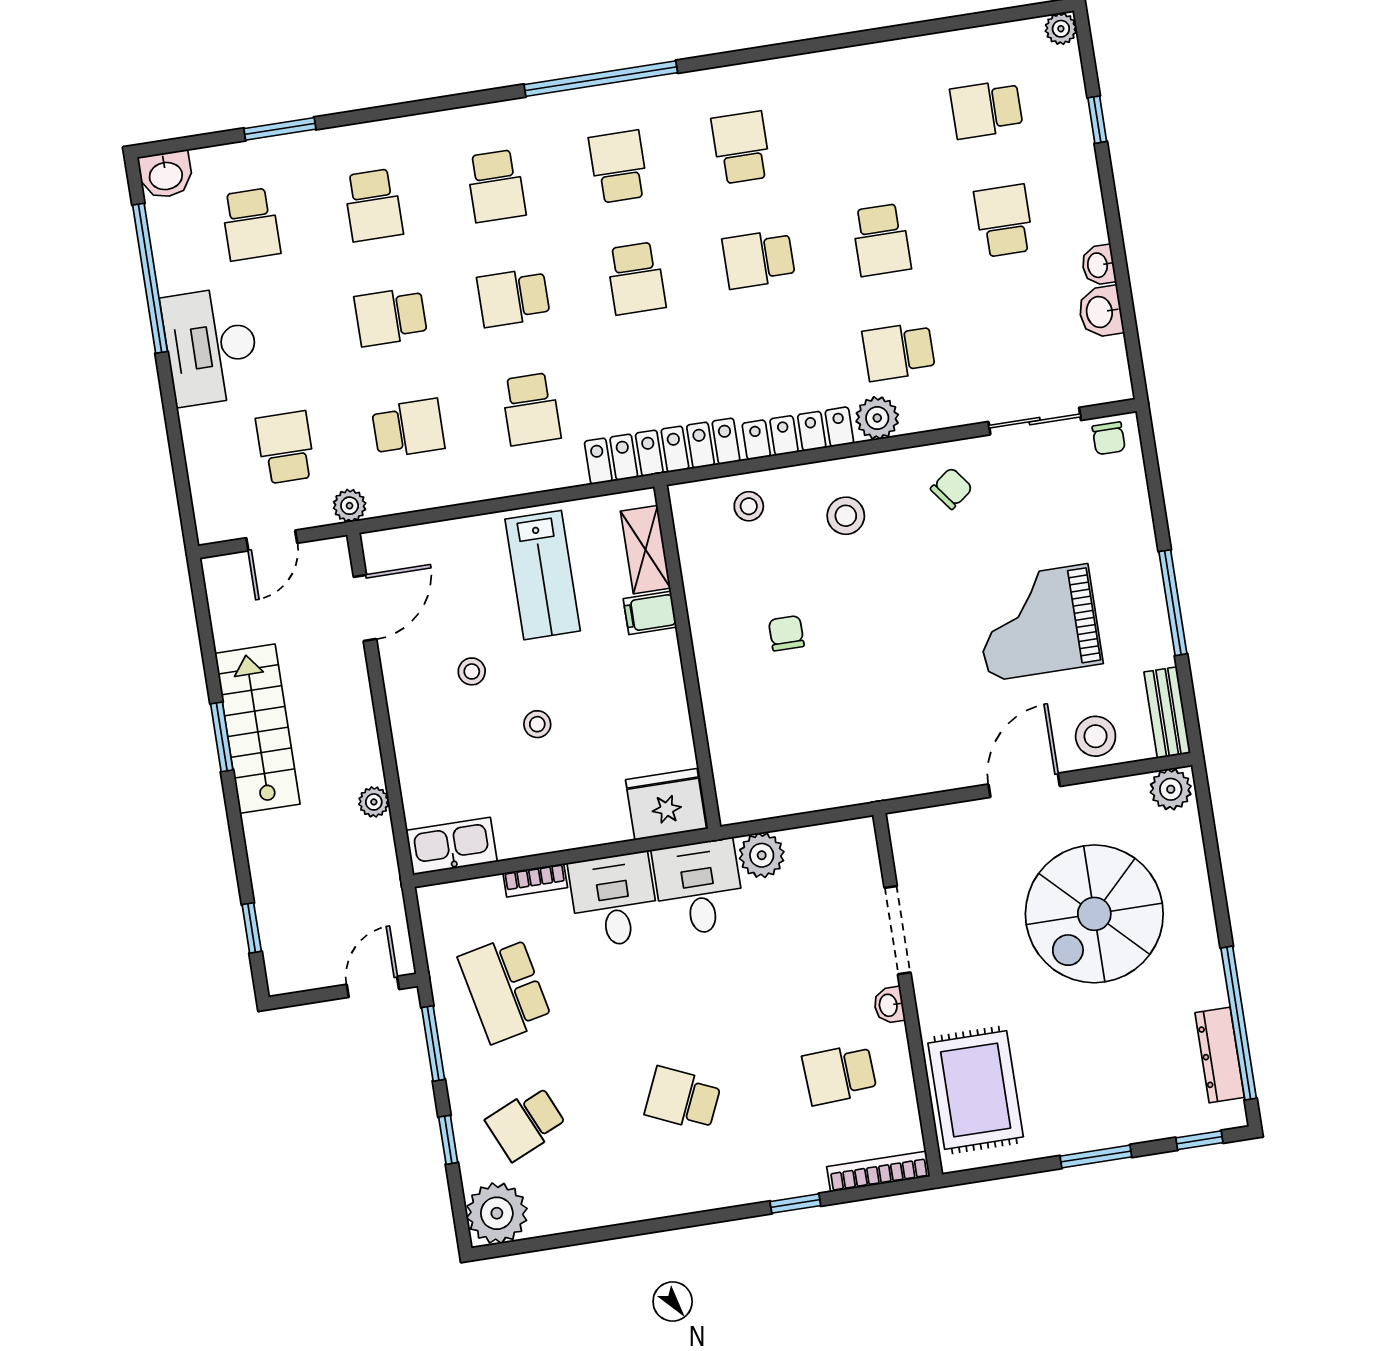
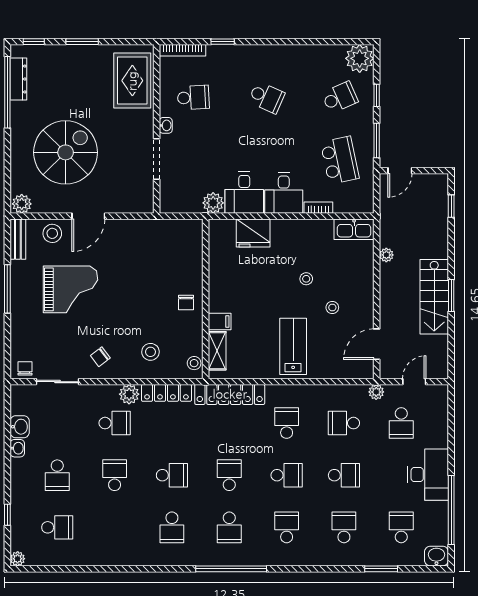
shelving: (645, 550) -> (217, 351), moved
filing cabinet: (650, 613) -> (220, 321), moved
wall: (687, 657) -> (206, 299), moved

